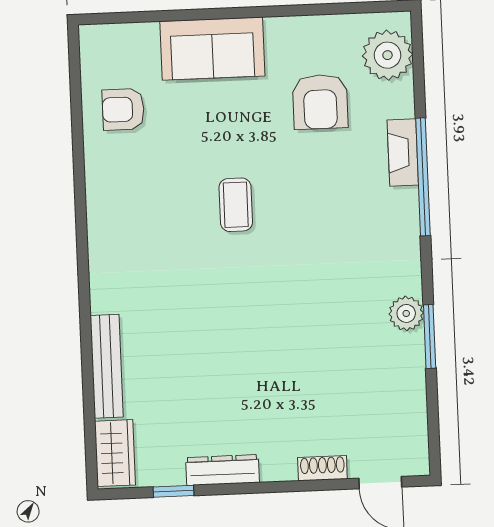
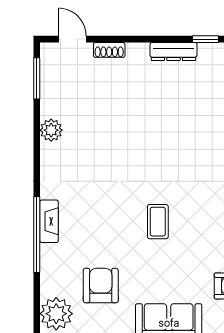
fireplace: (403, 153) -> (49, 221), moved
plant: (406, 313) -> (51, 130), moved
window: (430, 336) -> (37, 78), moved

